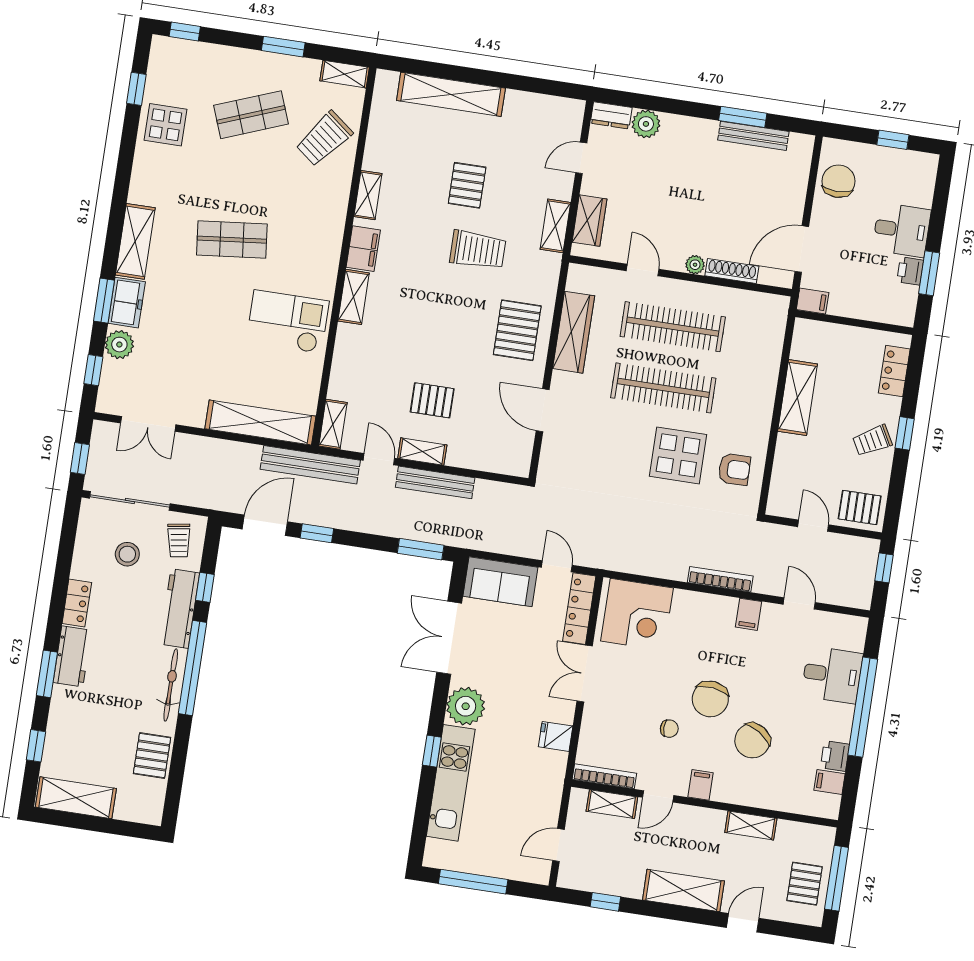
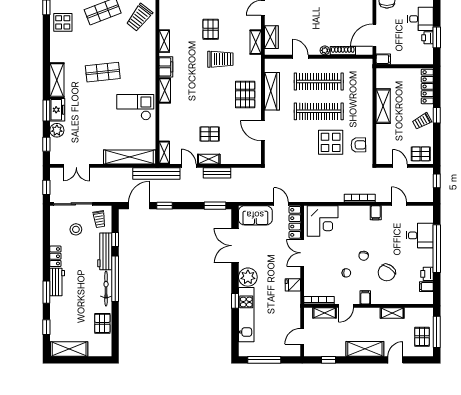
locker: (894, 371) -> (427, 86), width x1.53
bench: (435, 482) -> (217, 173), width x0.73
chair: (710, 699) -> (364, 256), width x0.54, depth x0.54

